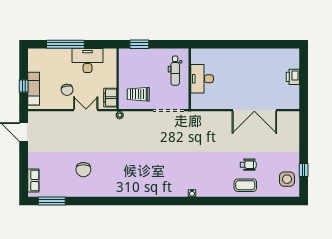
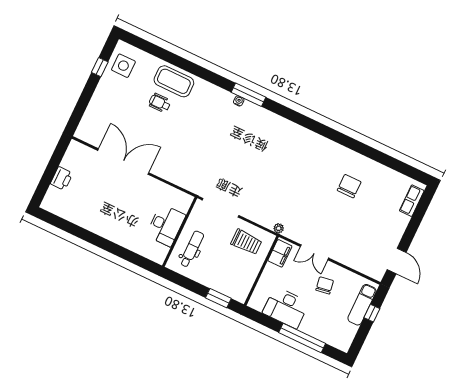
coffee table: (245, 185) -> (174, 81), width x1.36, depth x1.32
window: (52, 201) -> (249, 95), moved

